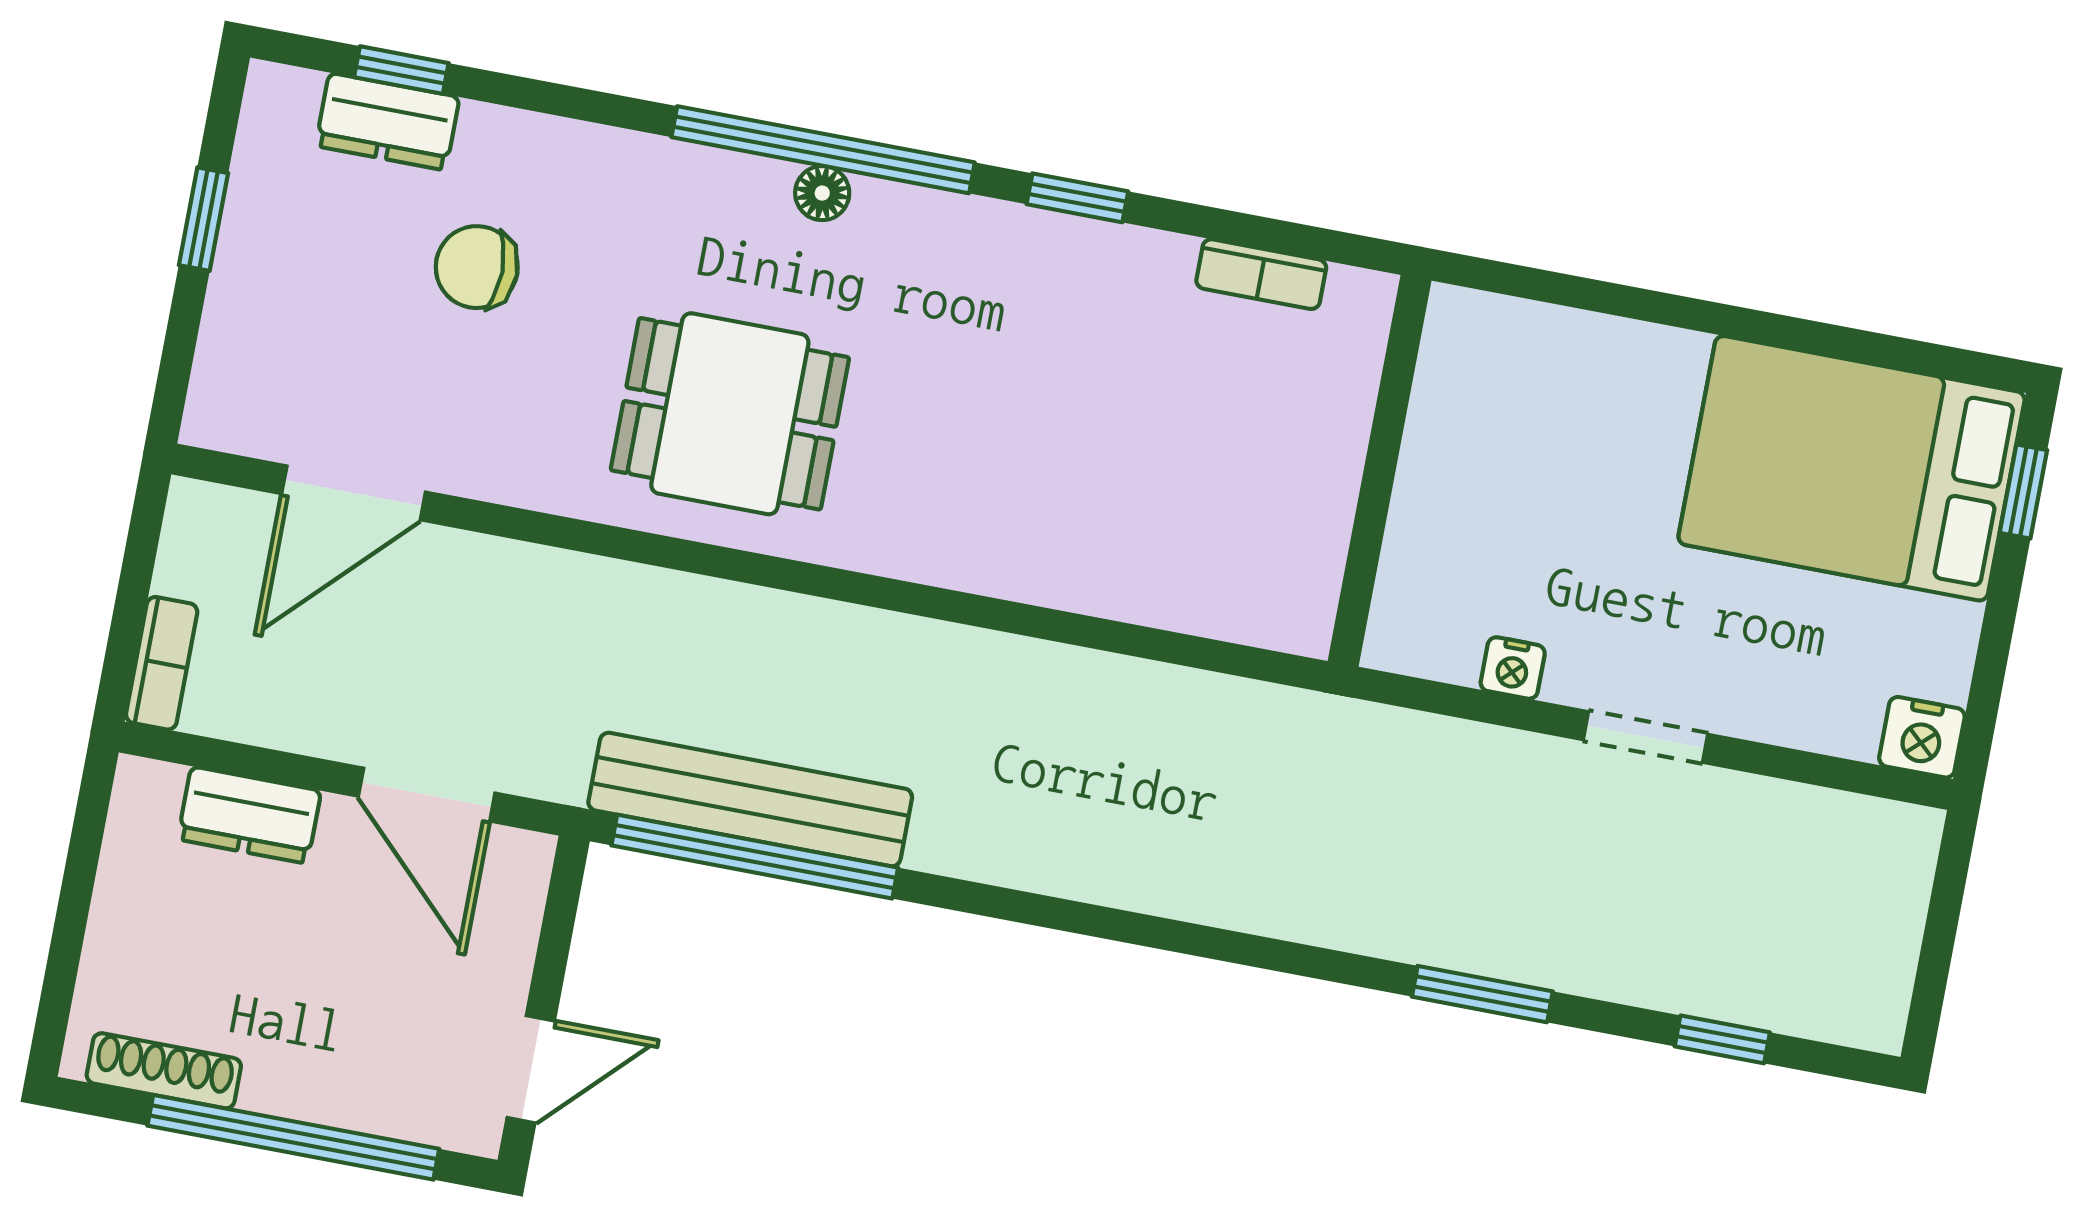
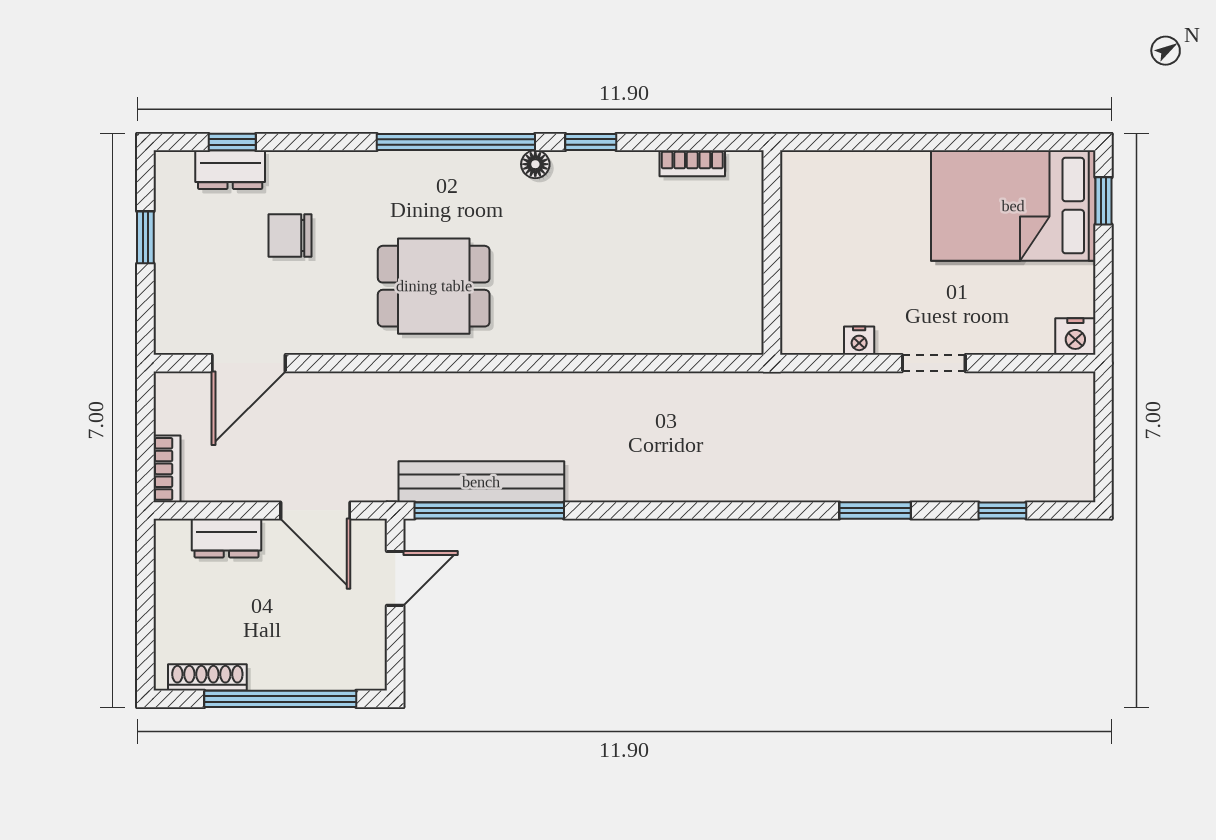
floor lamp: (822, 193) -> (535, 164), moved
door: (531, 1069) -> (395, 578), moved

